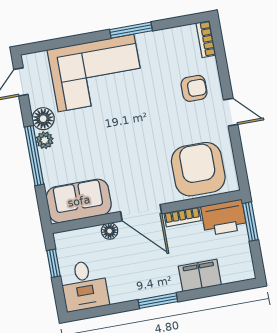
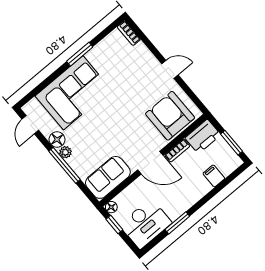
armchair: (194, 88) -> (139, 68), removed
window: (250, 222) -> (232, 143), moved
floor lamp: (110, 231) -> (111, 207), moved
filing cabinet: (200, 275) -> (214, 176), width x0.50
desk: (84, 286) -> (146, 224), width x1.37
window: (158, 301) -> (177, 223), moved

